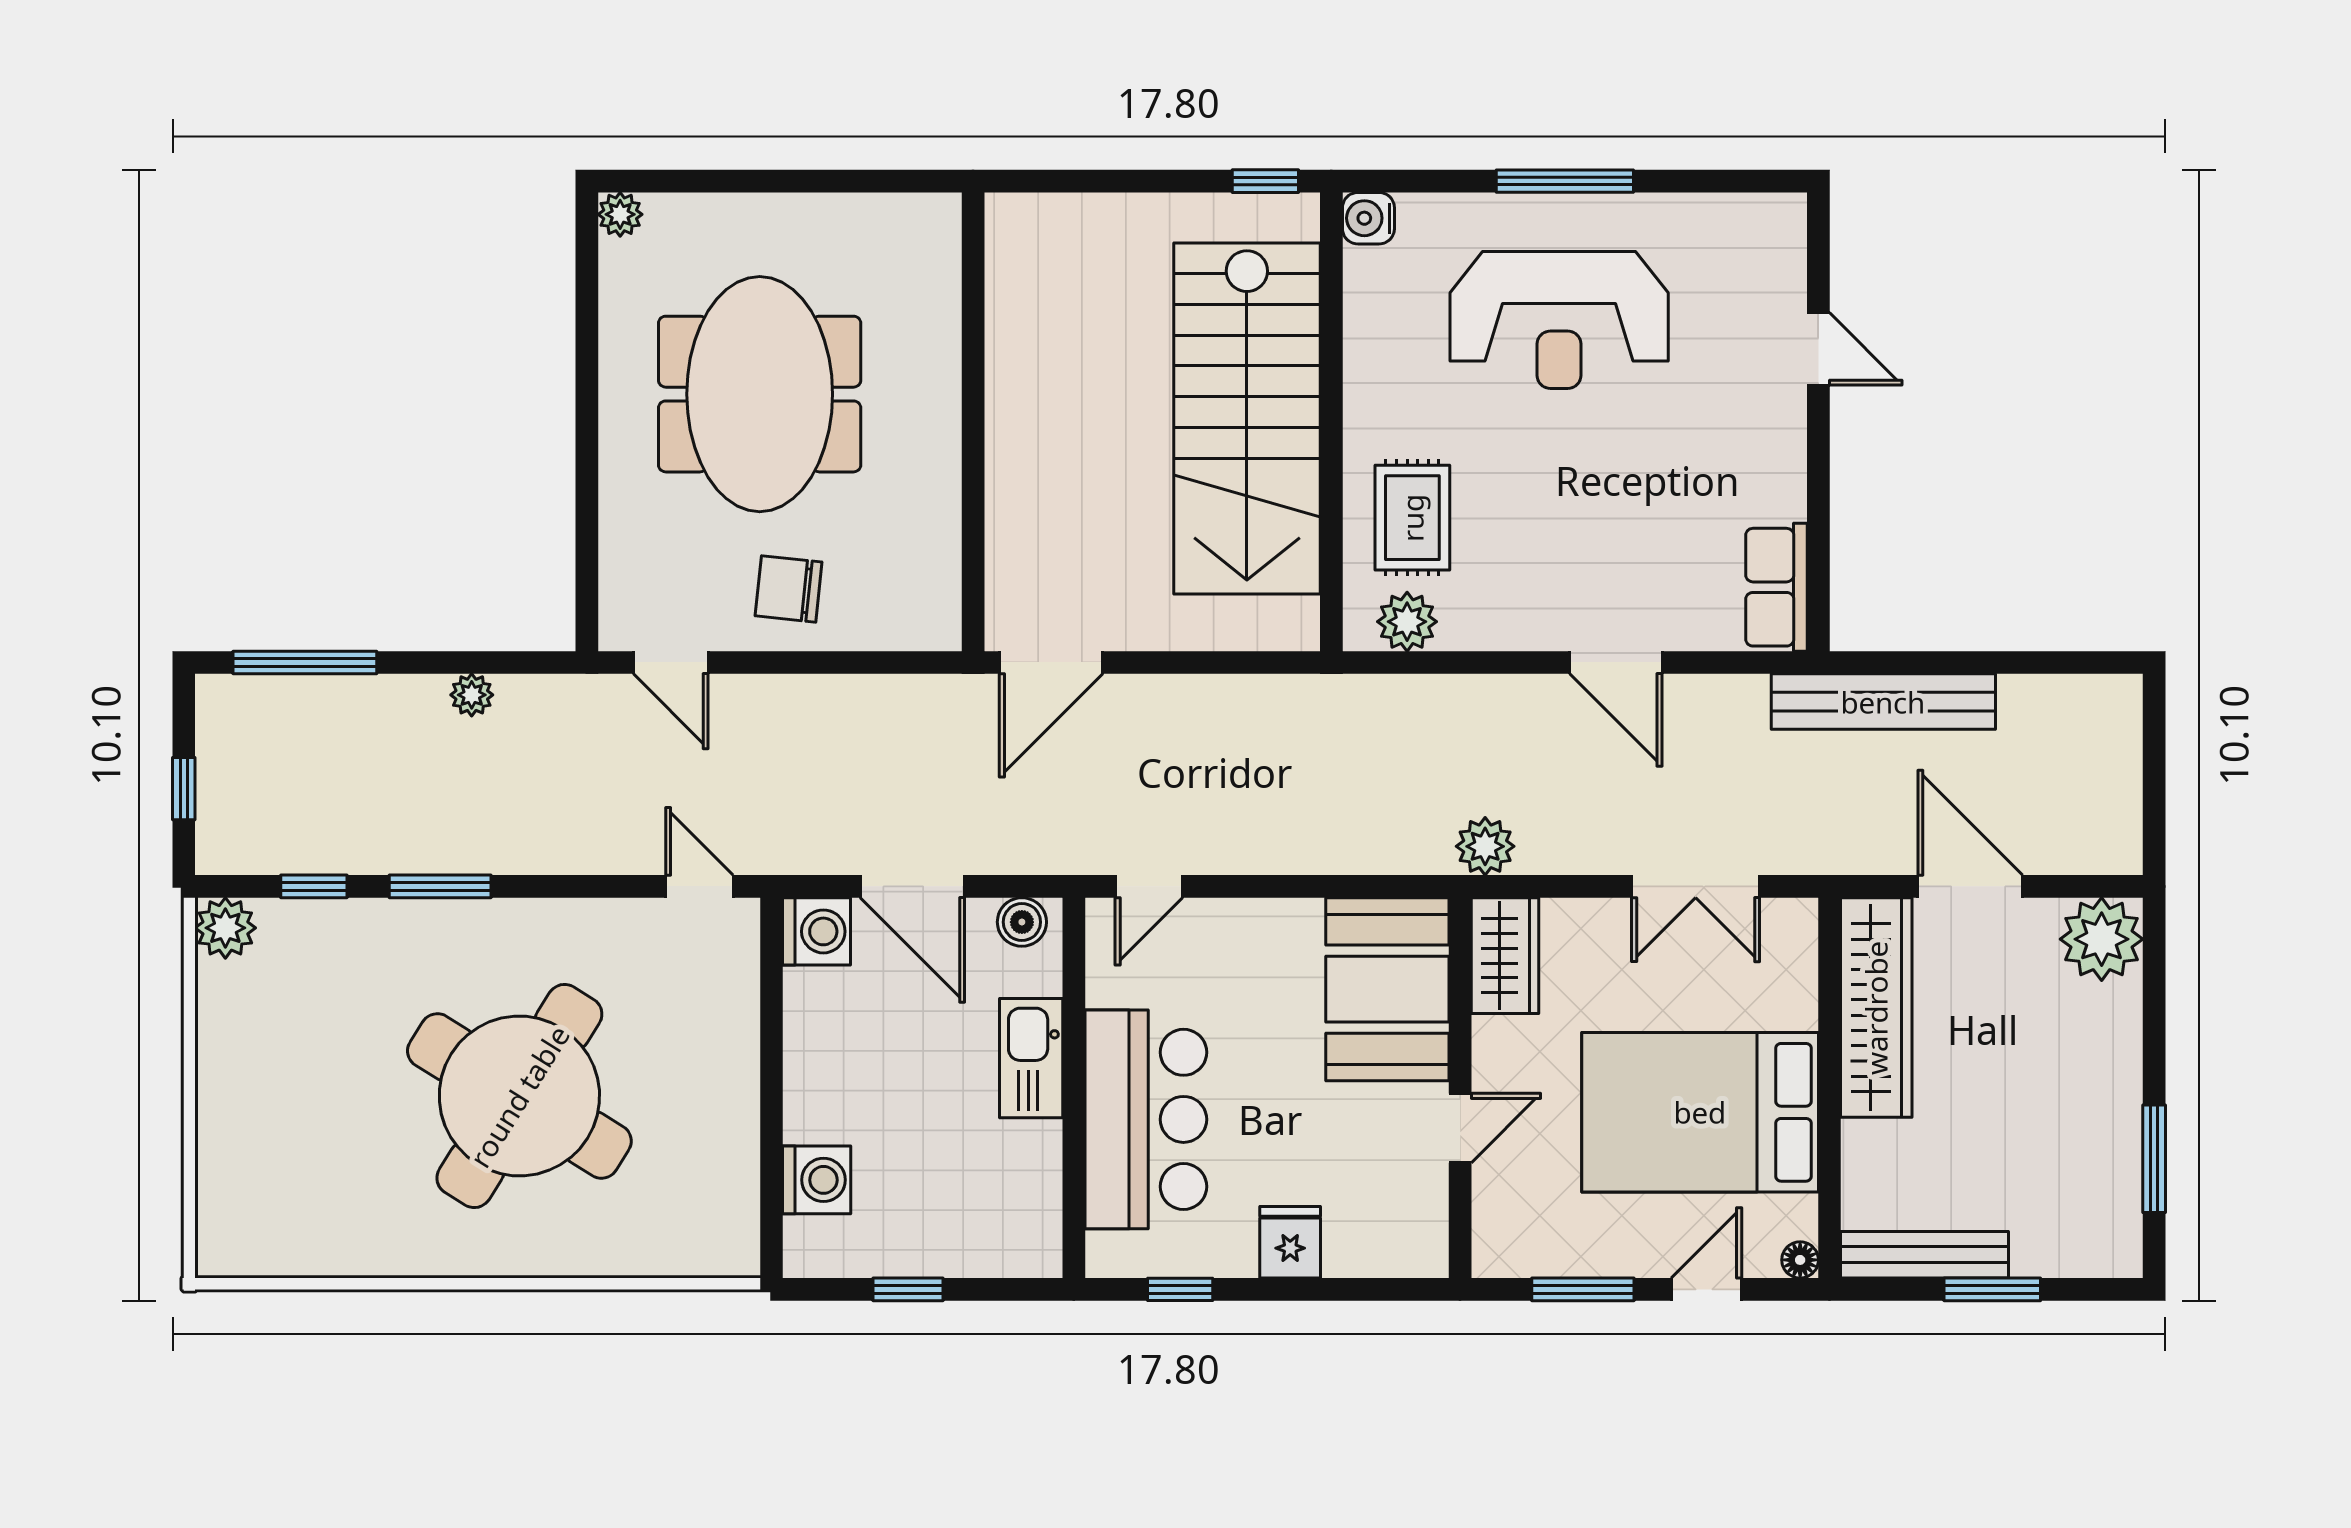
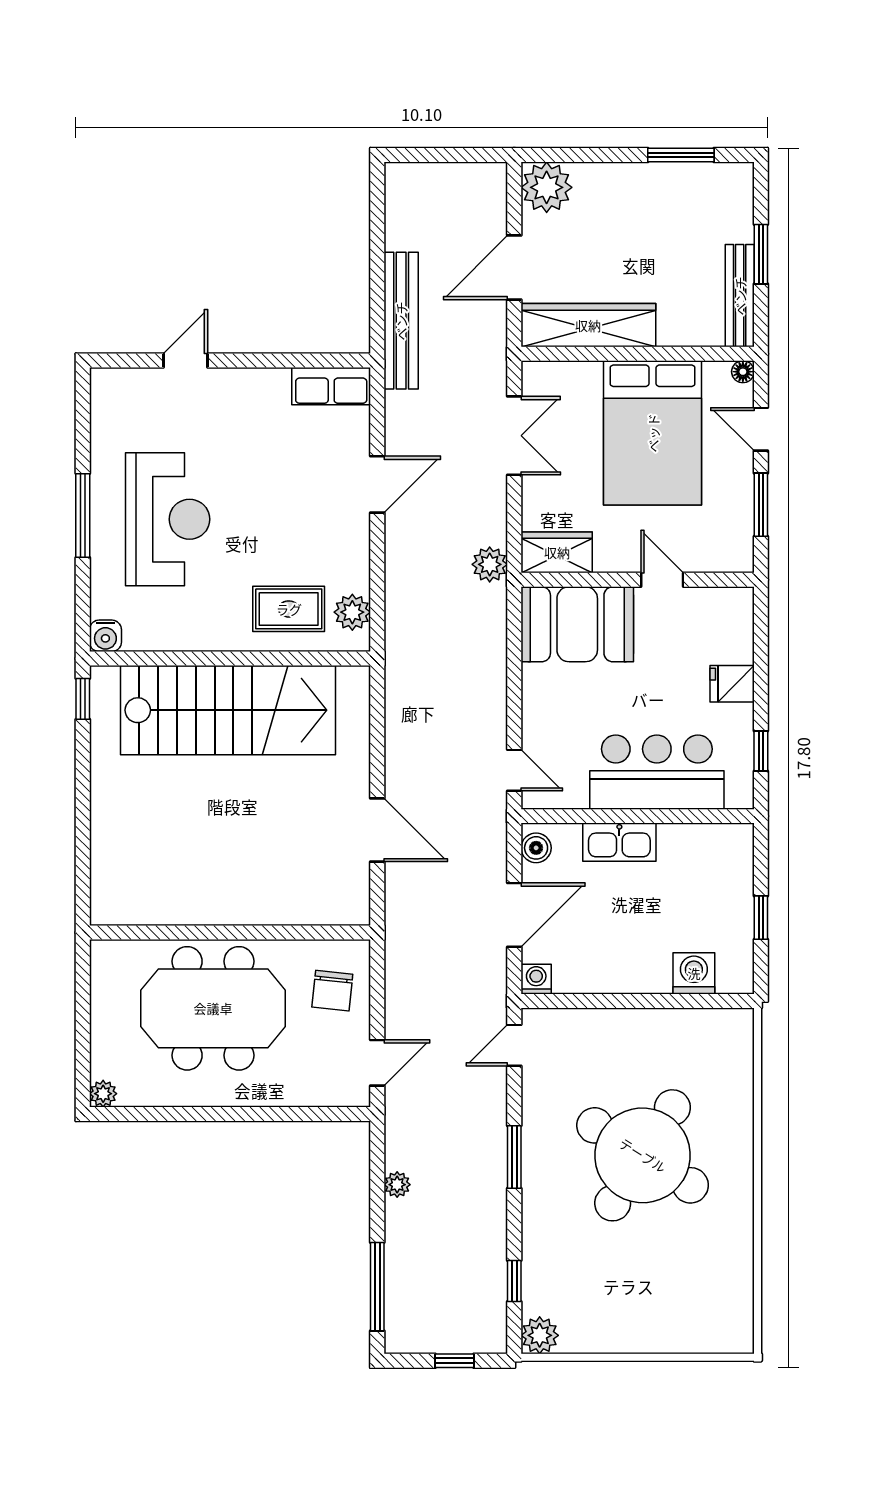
wall: (973, 422) -> (230, 933), moved
window: (440, 886) -> (514, 1157), moved
washing machine: (817, 931) -> (536, 979), width x0.73, depth x0.73

